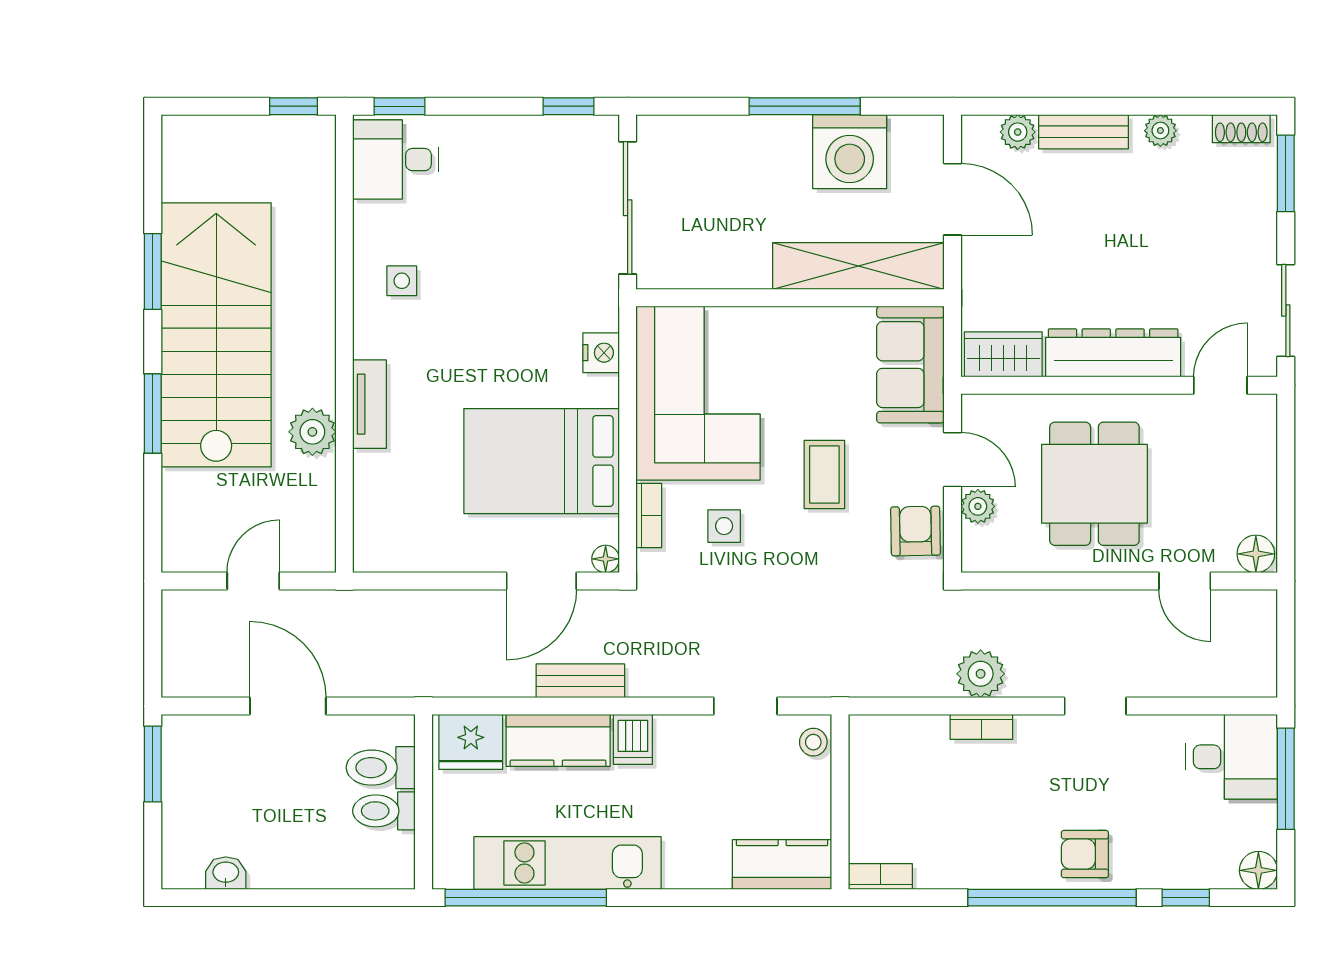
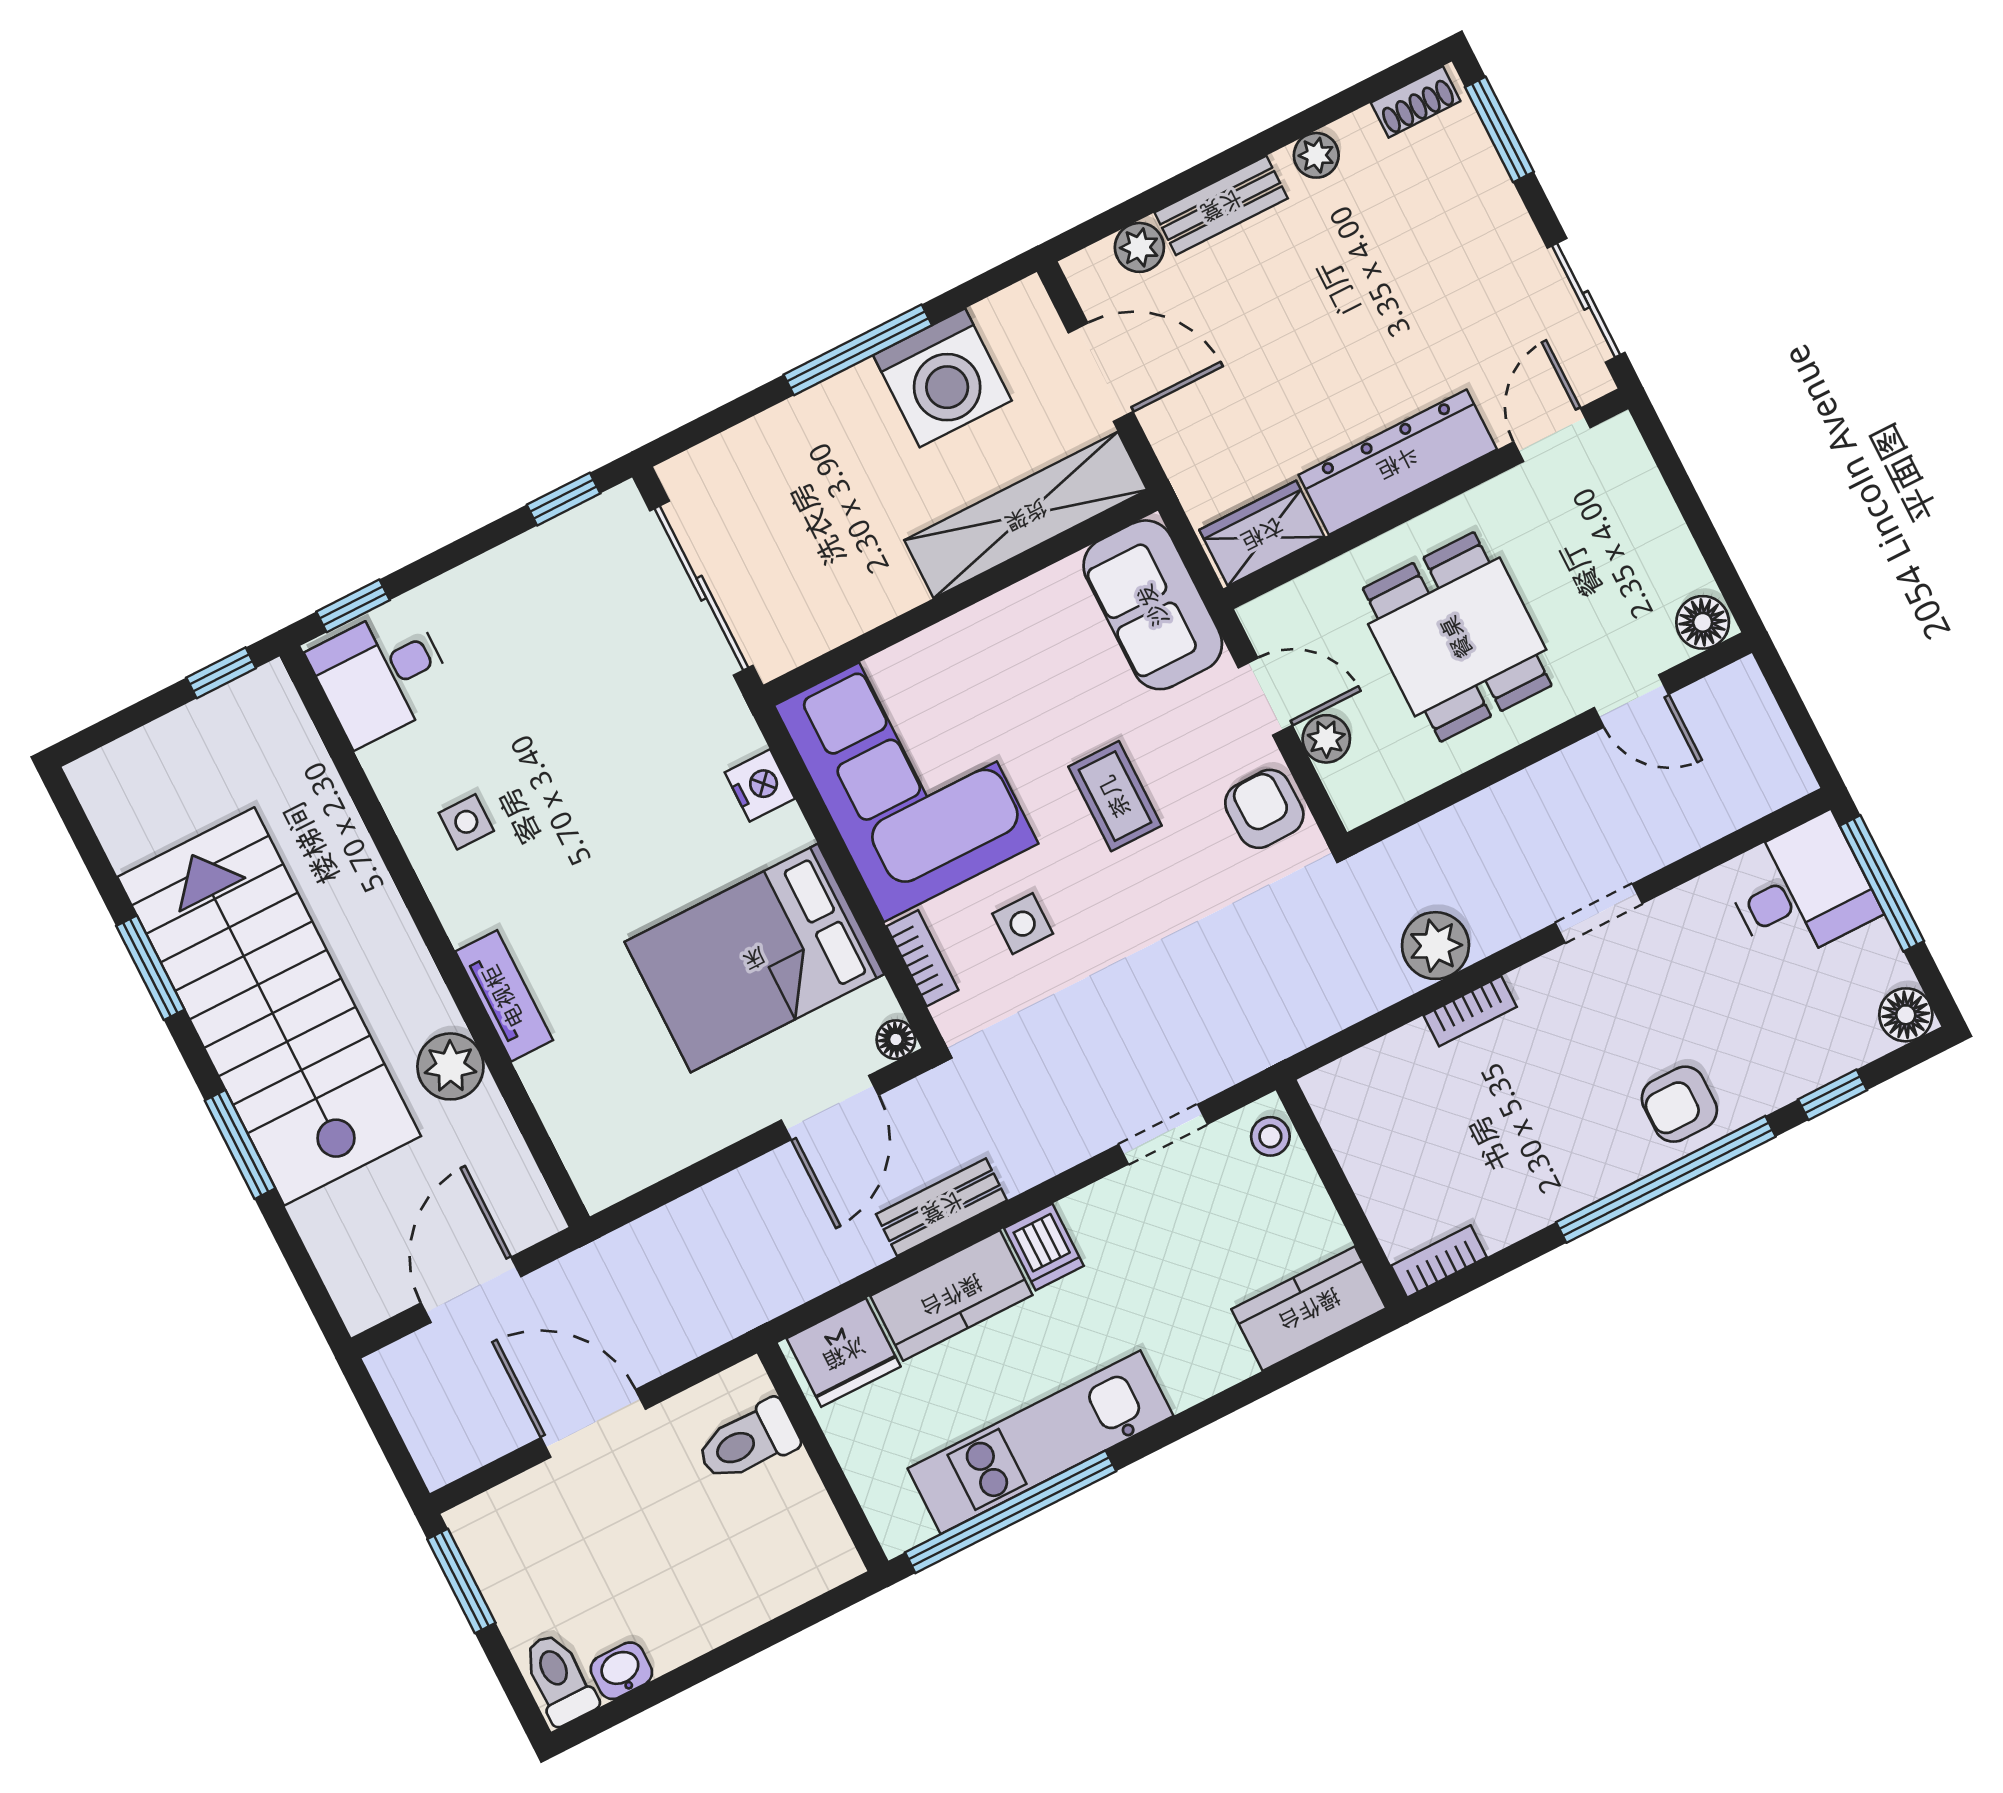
door: (253, 581) -> (471, 1290), width x1.38
toilet: (384, 811) -> (559, 1679), moved, turned 90

